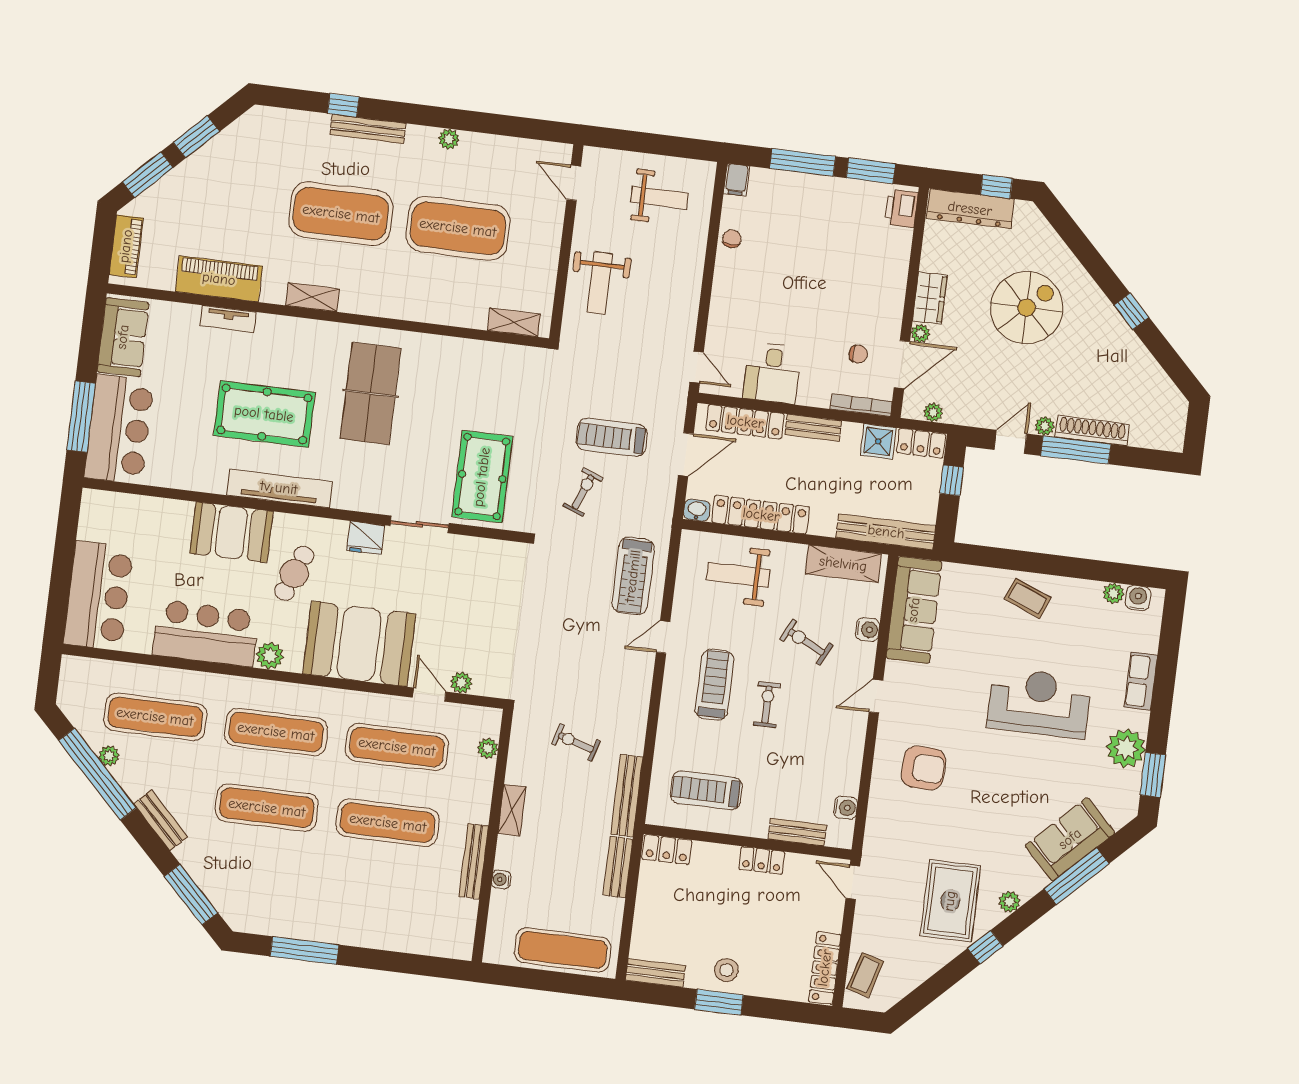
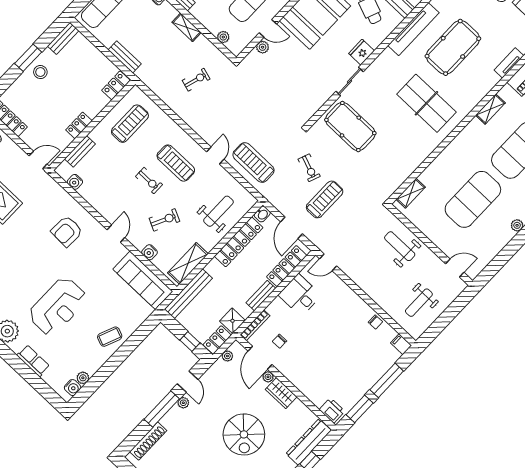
shoe rack: (1092, 431) -> (148, 441), moved
bench: (627, 796) -> (154, 85), removed

